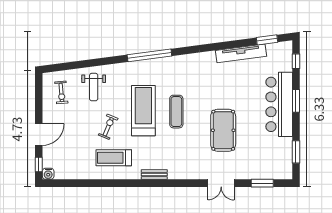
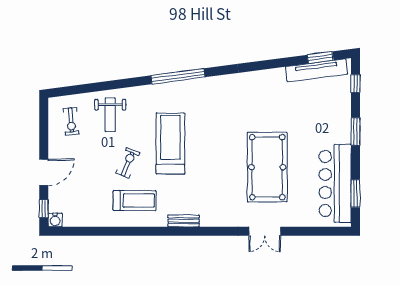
tv unit: (241, 53) -> (317, 70), moved
bar counter: (279, 104) -> (335, 183), moved
exercise mat: (176, 112) -> (210, 144), removed
pool table: (223, 130) -> (267, 167), width x1.36, depth x1.32
treadmill: (114, 158) -> (135, 201), turned 180
window: (262, 183) -> (315, 231), removed

